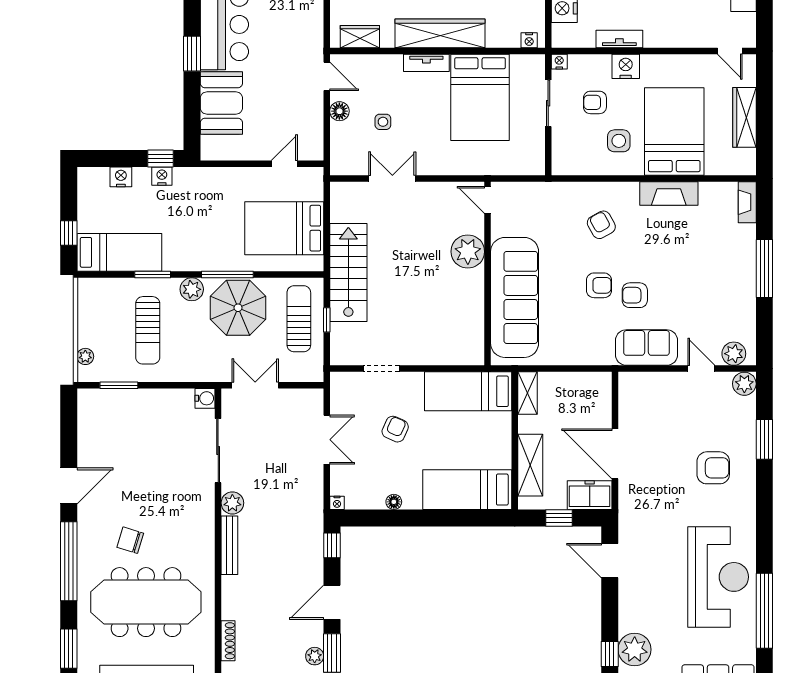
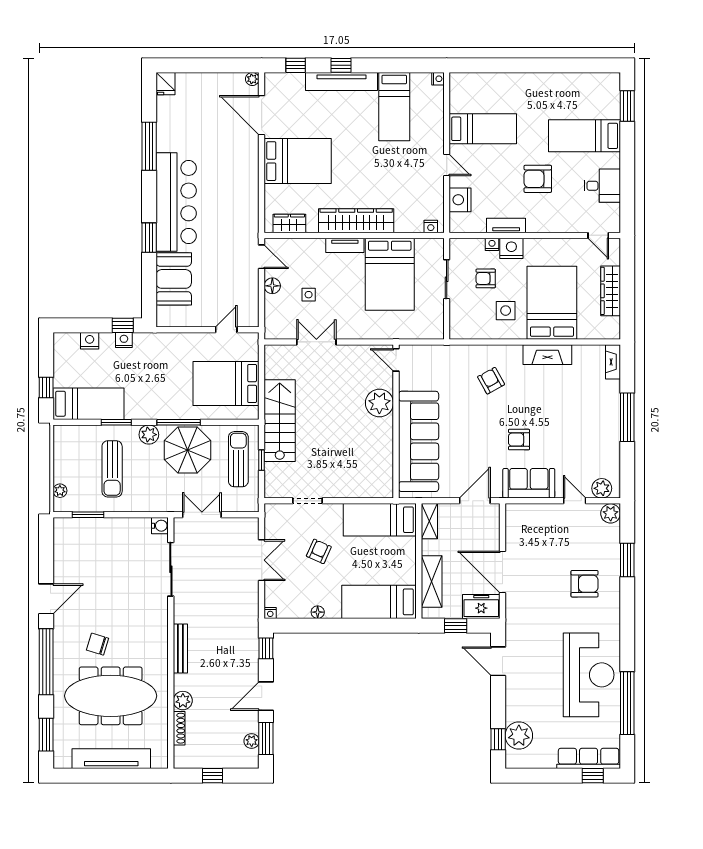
nightstand: (559, 62) -> (492, 244), moved
armchair: (599, 285) -> (489, 431), removed
door: (582, 369) -> (475, 501), added
plant: (232, 503) -> (183, 701), moved

